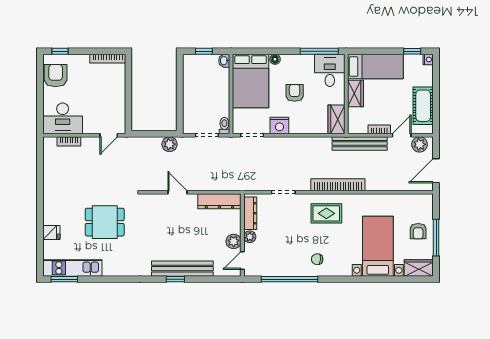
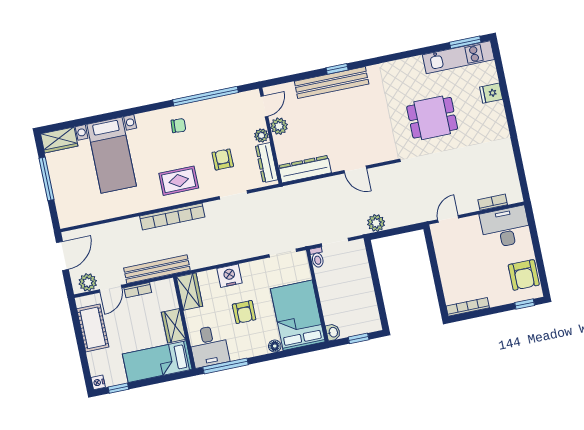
nightstand: (279, 126) -> (230, 276), moved
armchair: (418, 231) -> (223, 159), moved

